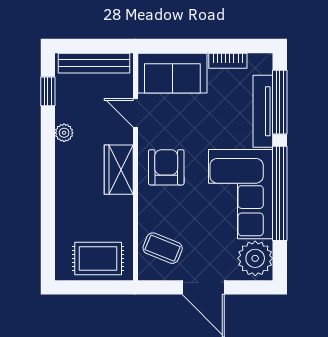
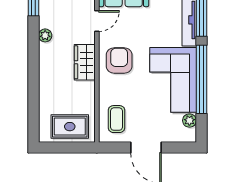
door: (135, 113) -> (97, 21), swing flipped
coffee table: (163, 248) -> (116, 119), turned 68
plant: (255, 258) -> (189, 121), width x0.53, depth x0.53

